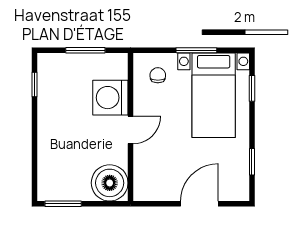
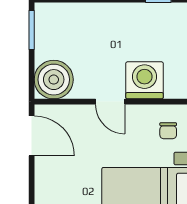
chair: (158, 75) -> (168, 131), turned 90
door: (199, 204) -> (32, 136), moved

